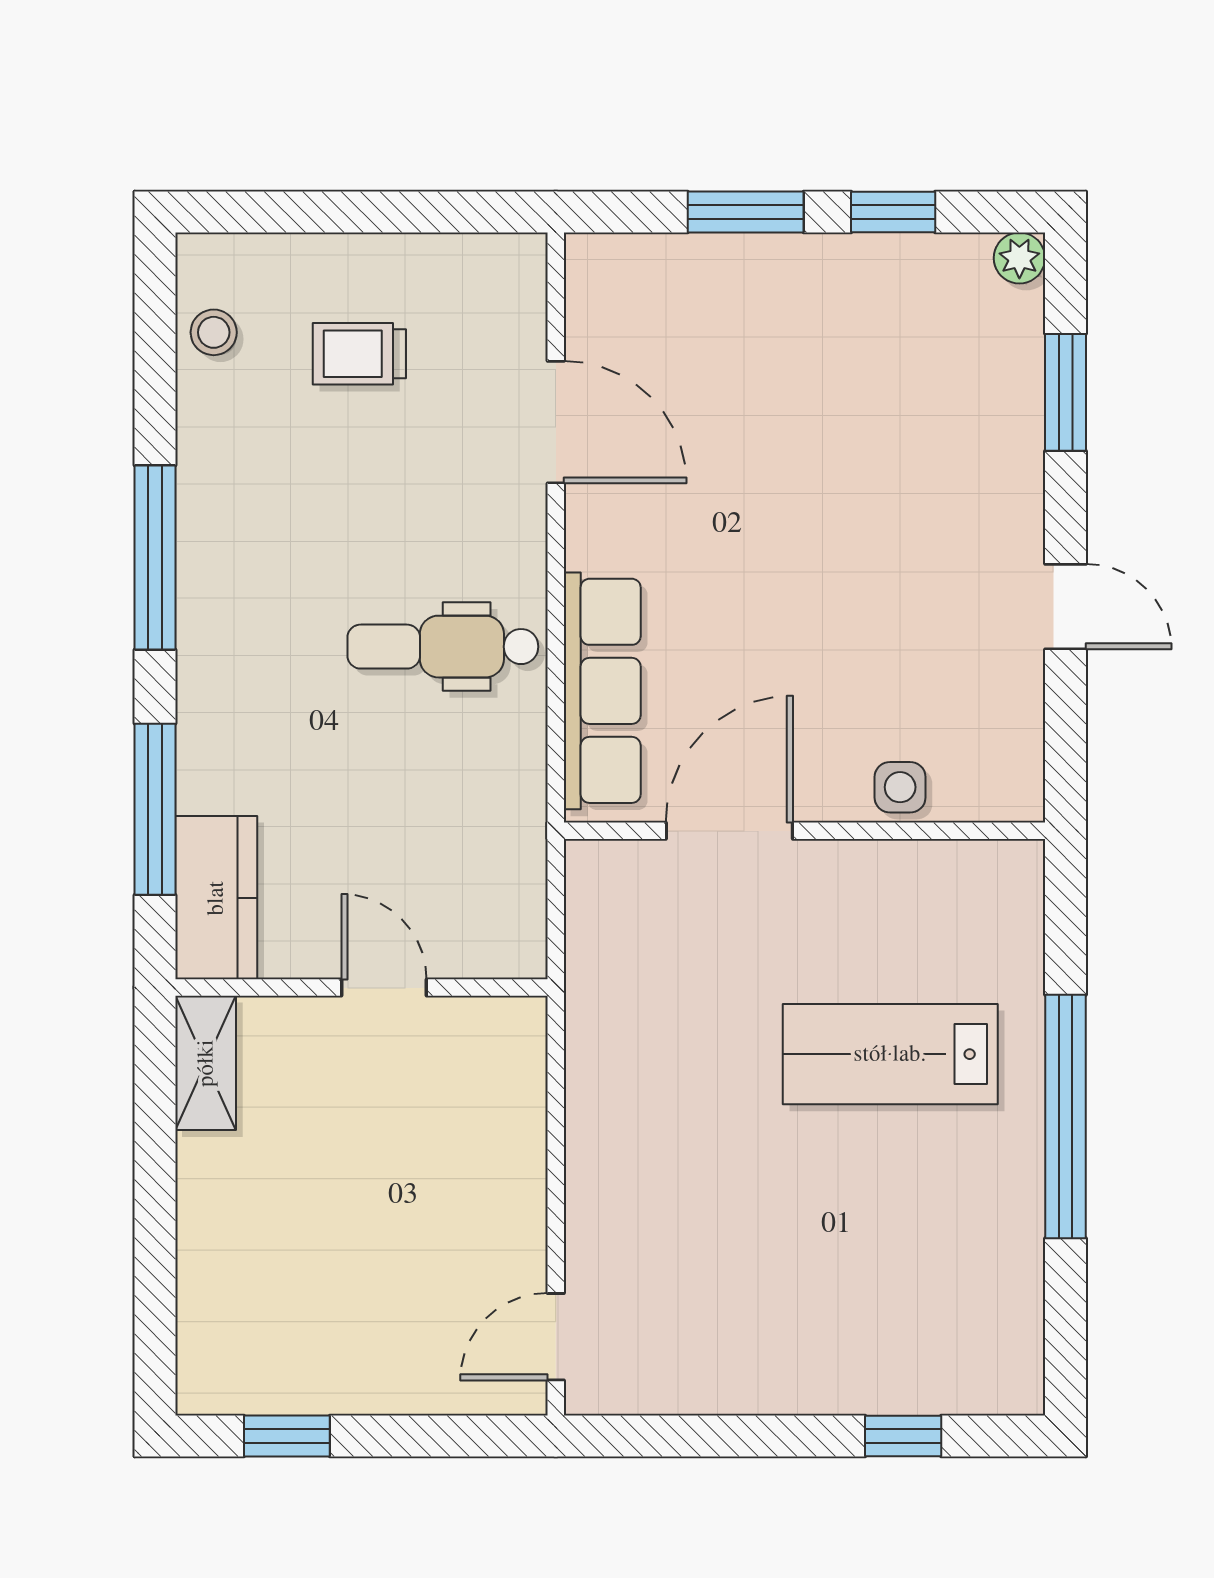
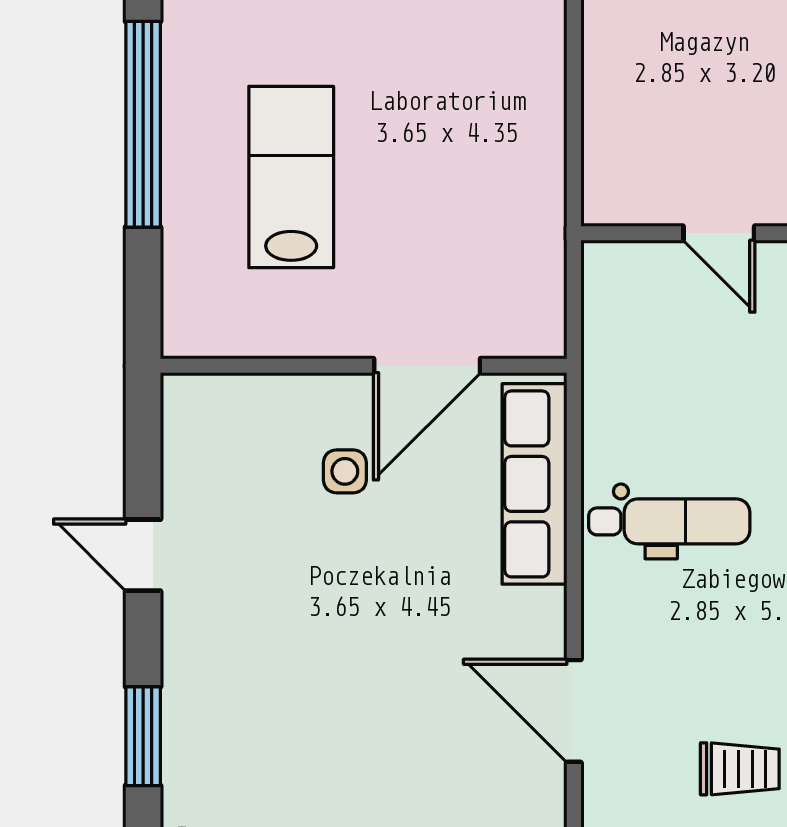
side table: (900, 787) -> (345, 471), moved
lab bench: (890, 1054) -> (291, 177), turned -90

